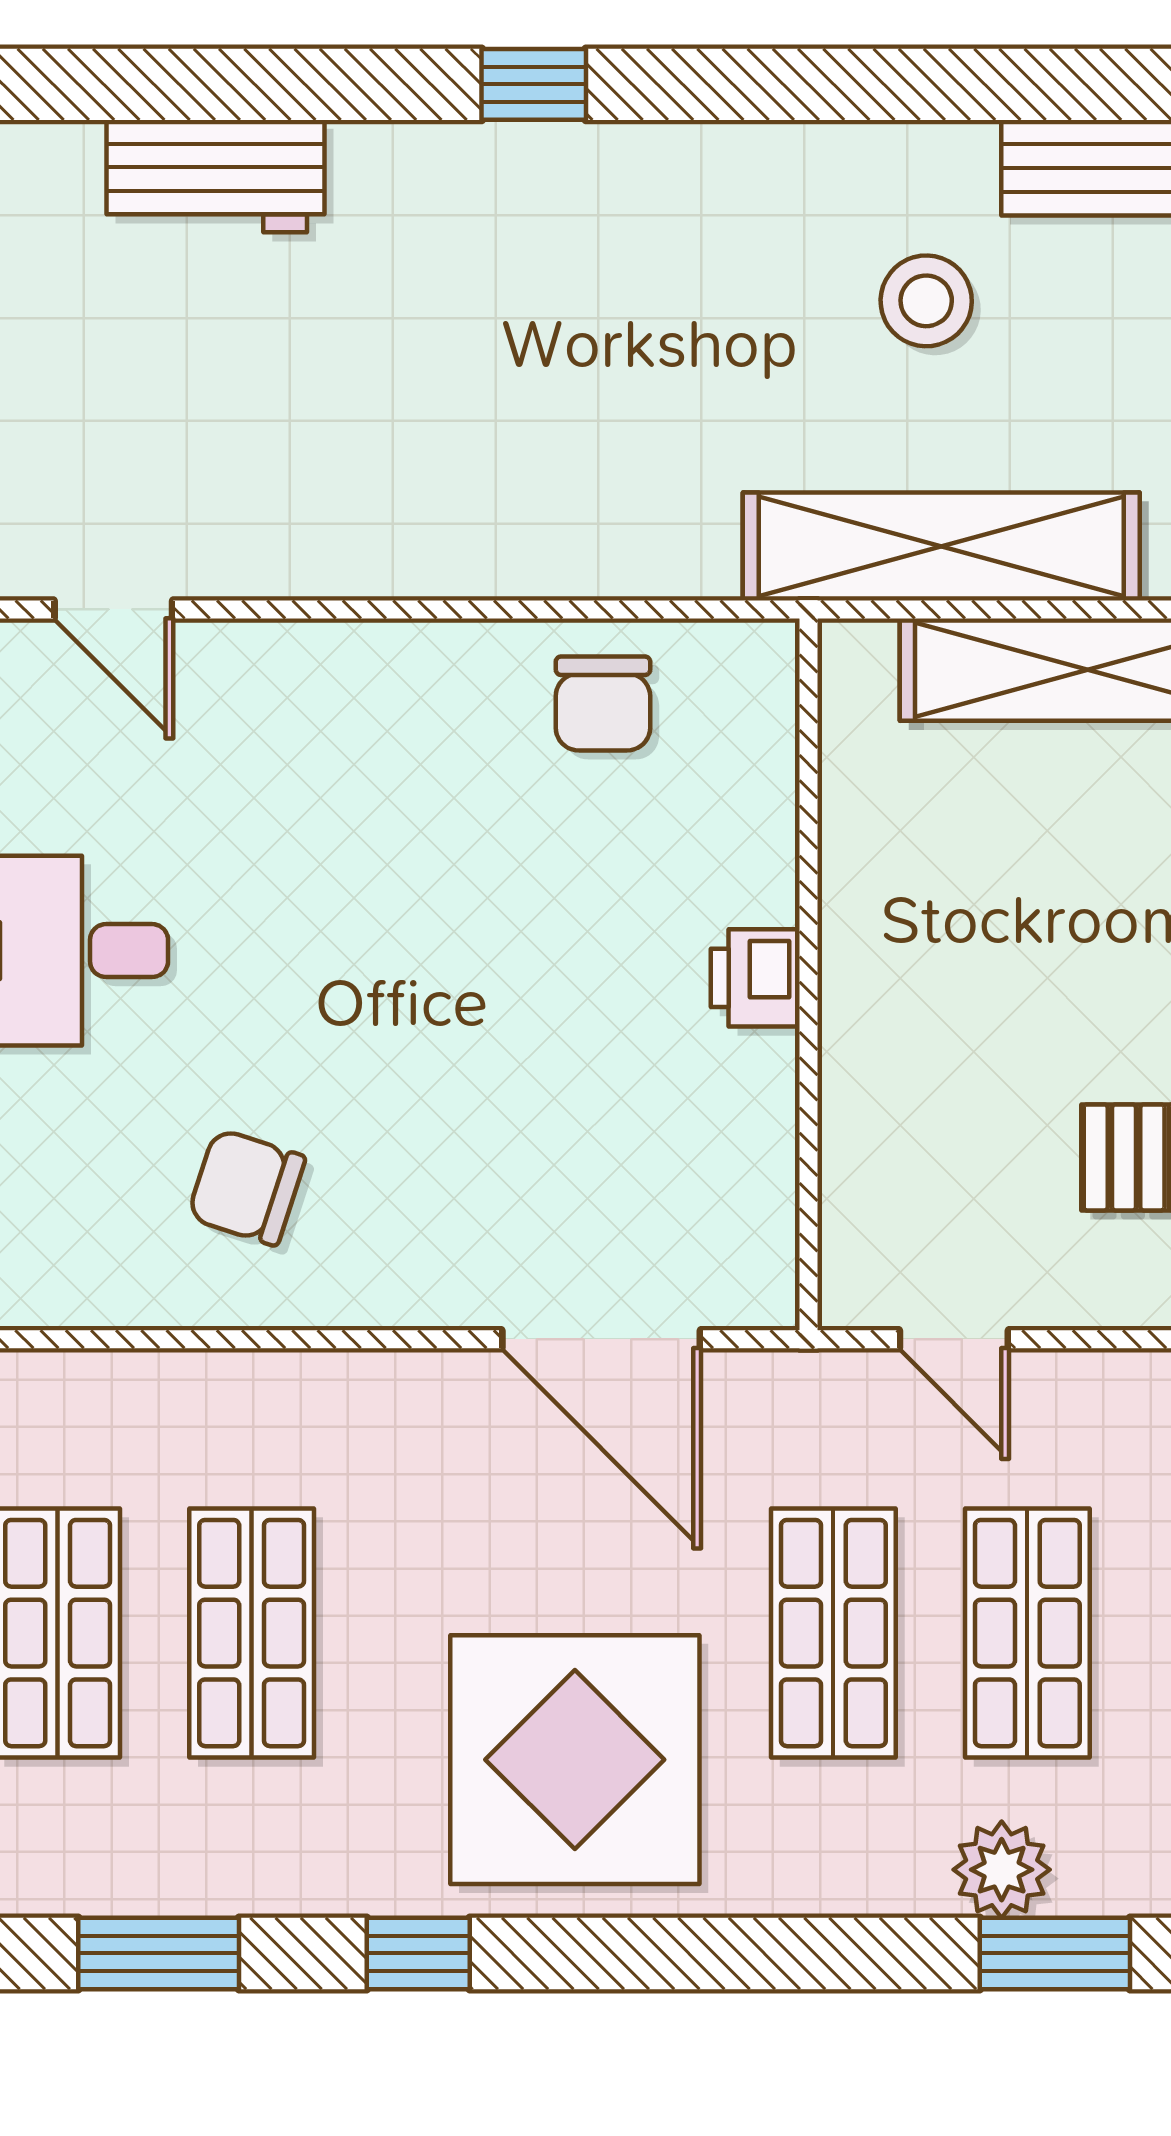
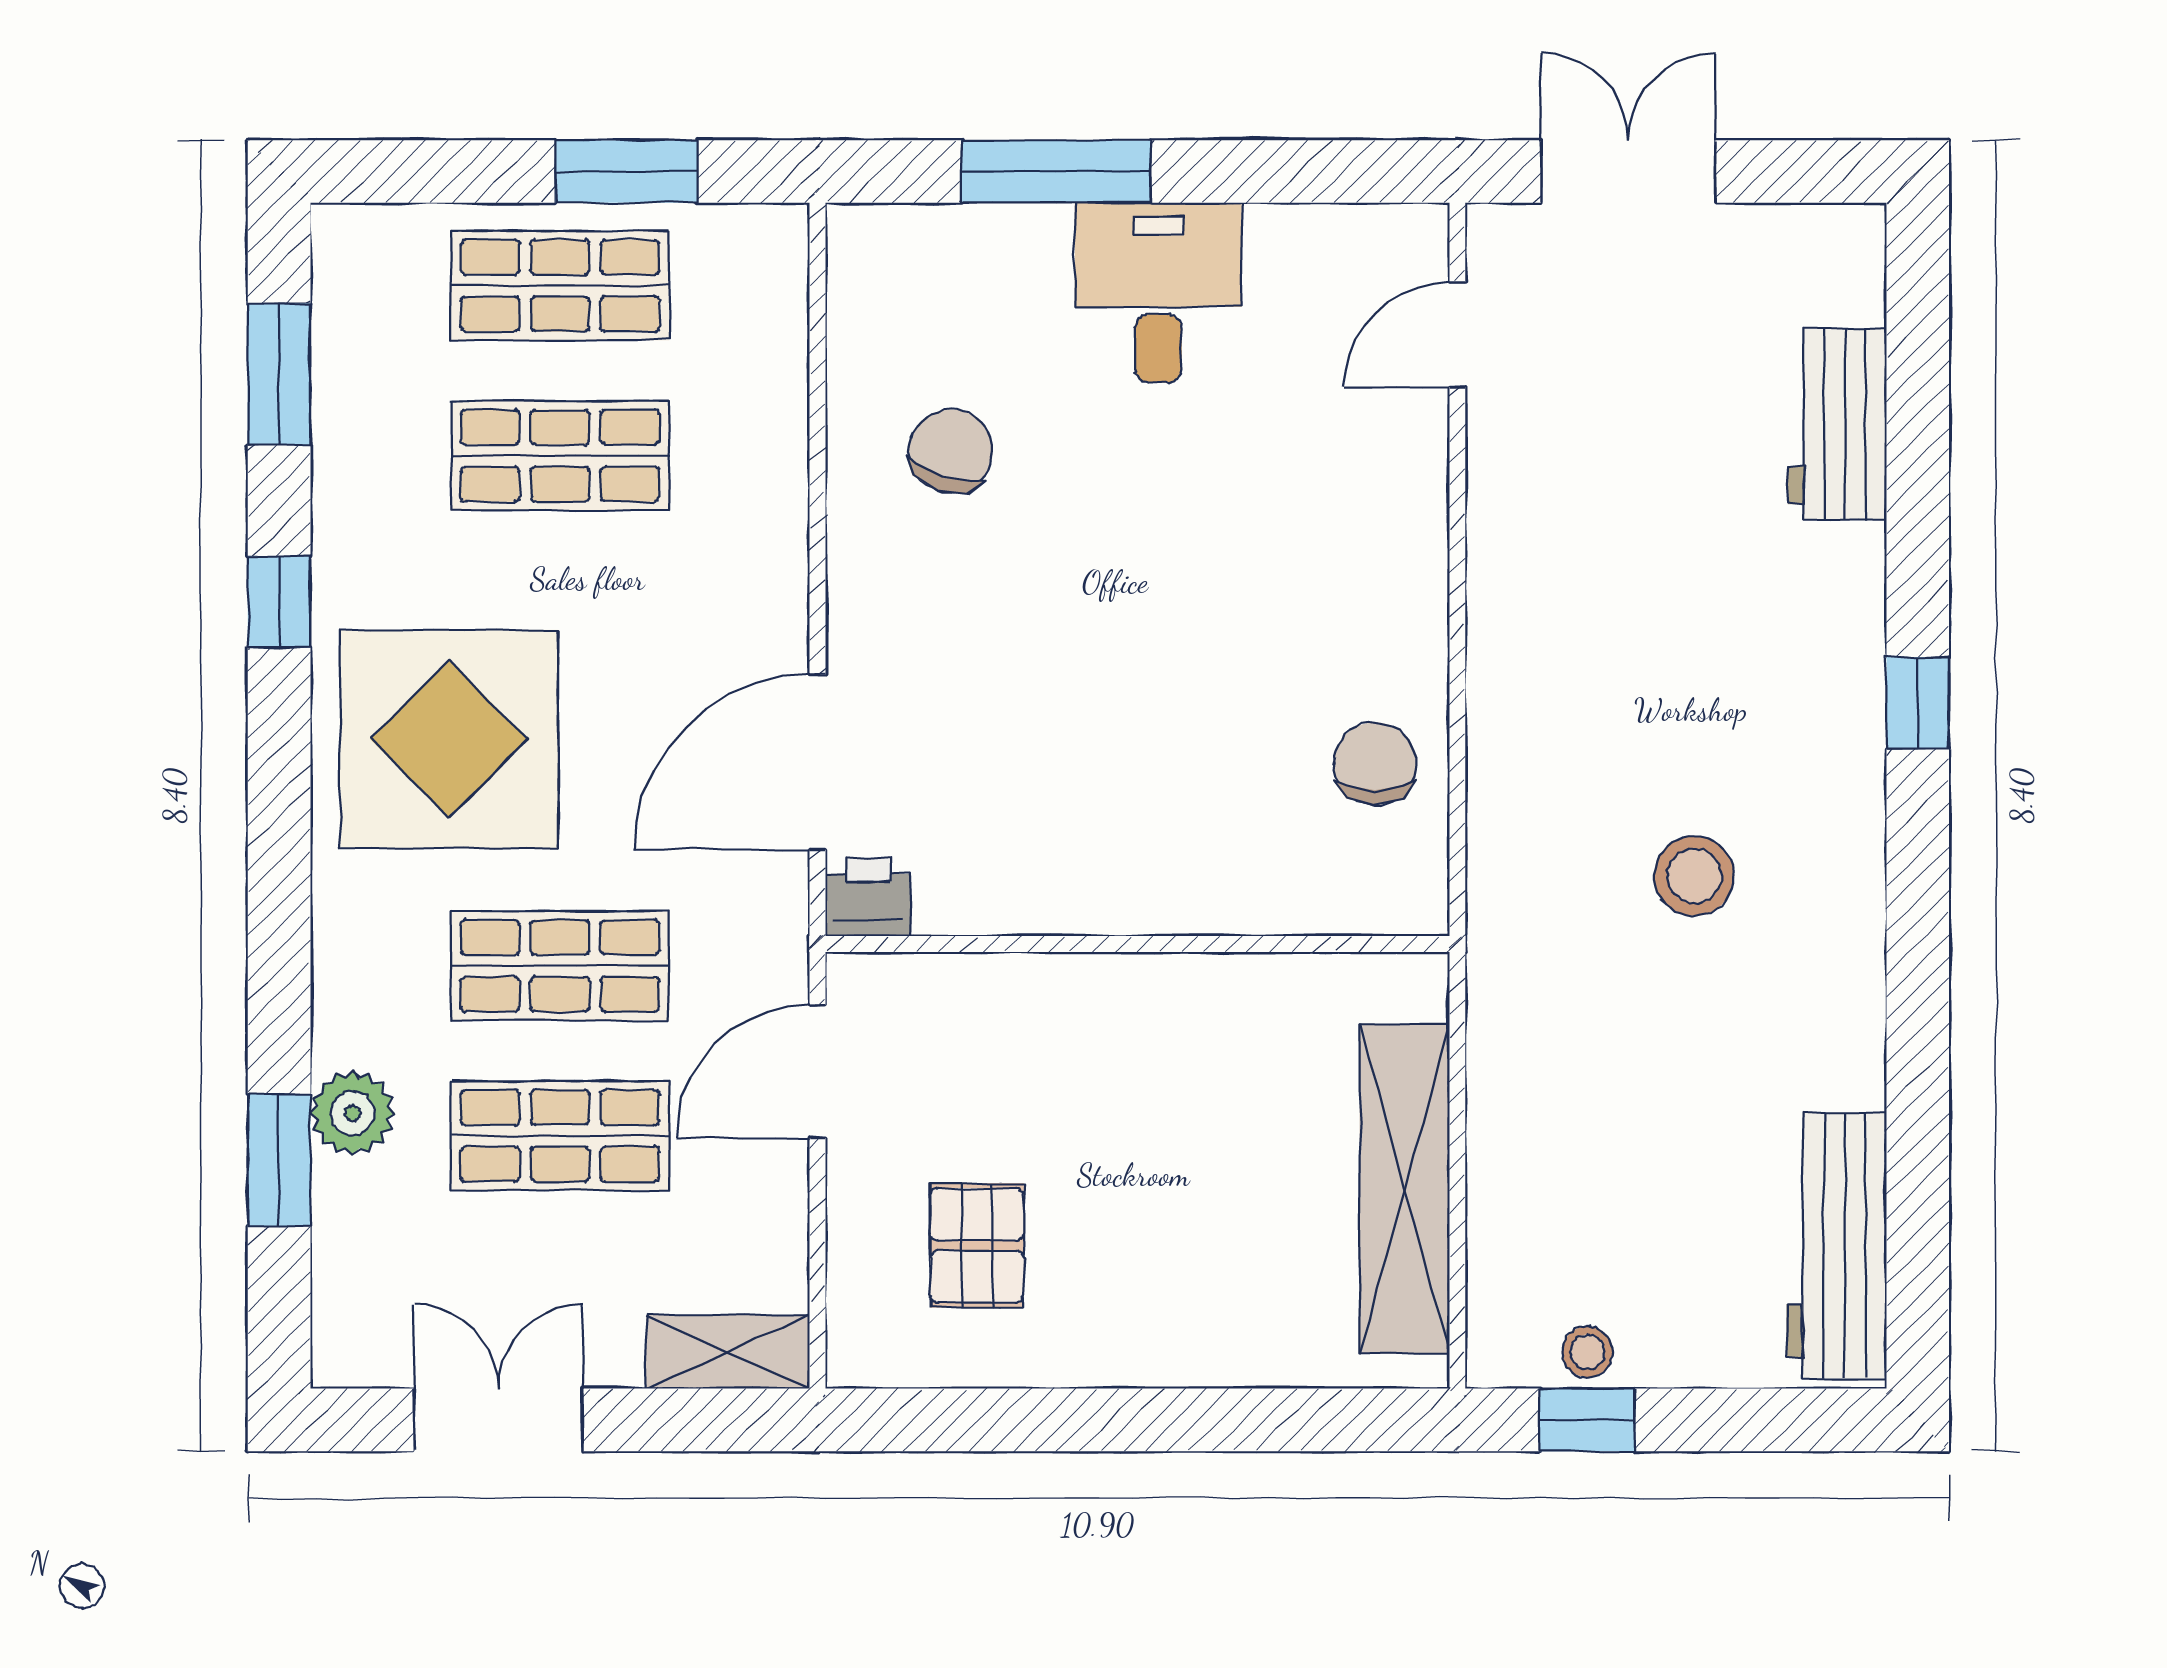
stool: (926, 301) -> (1694, 876), moved
shelving: (941, 546) -> (1513, 1060), removed
chair: (603, 703) -> (1375, 764), turned 90
printer: (755, 978) -> (868, 897), moved
door: (954, 1339) -> (817, 1071), width x1.38

